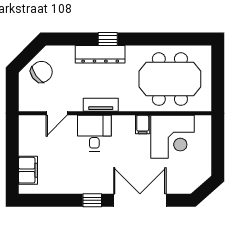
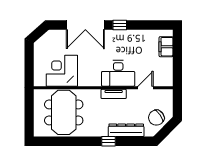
dresser: (100, 54) -> (126, 130), moved
meeting table: (170, 79) -> (64, 112), turned 90
filing cabinet: (143, 125) -> (83, 80), removed
desk: (94, 133) -> (118, 73), width x1.37

